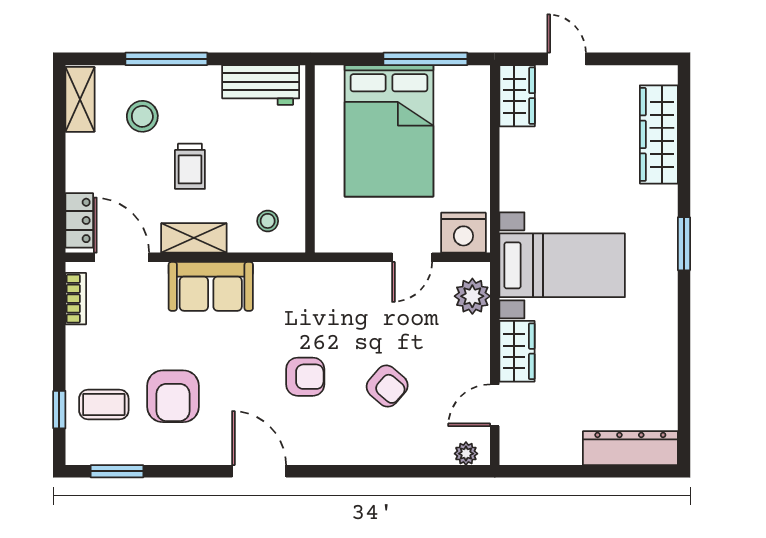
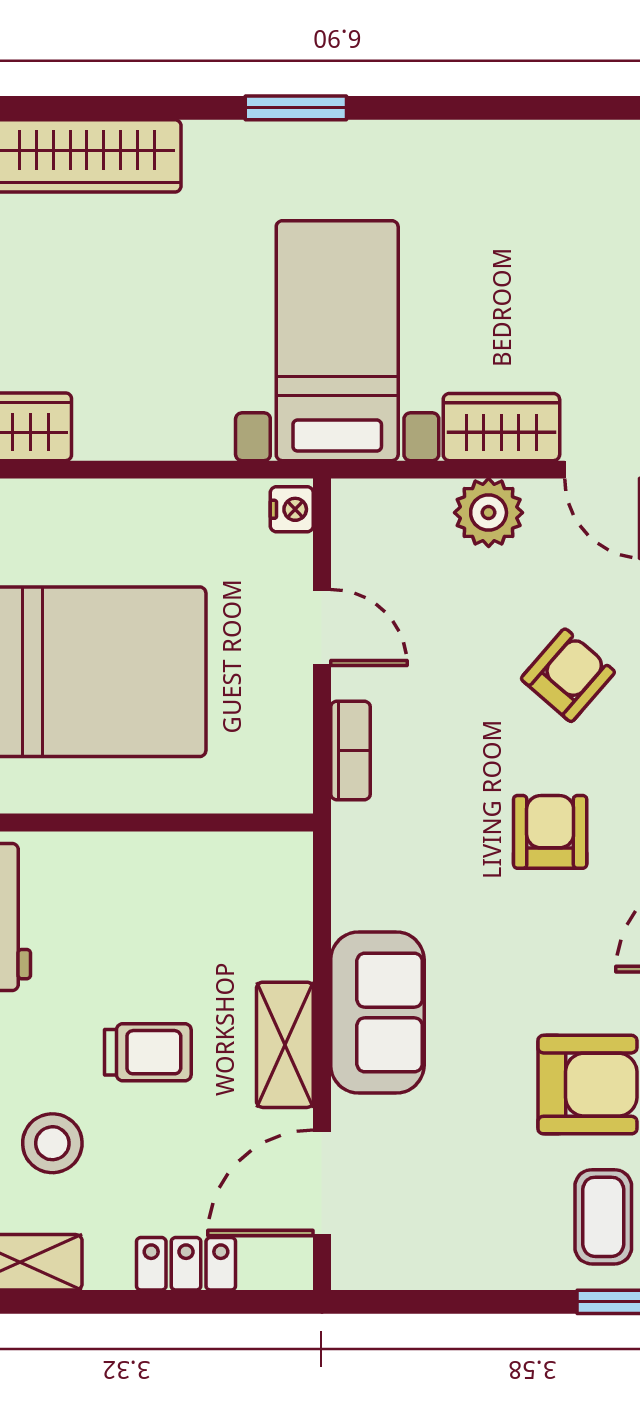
locker: (79, 220) -> (186, 1264), moved
stool: (268, 221) -> (252, 904), removed
nightstand: (463, 233) -> (292, 509), width x0.53, depth x0.56
plant: (472, 296) -> (489, 513), moved
bookcase: (76, 299) -> (351, 751), moved, turned 90

